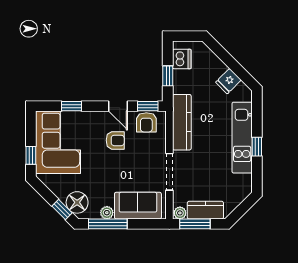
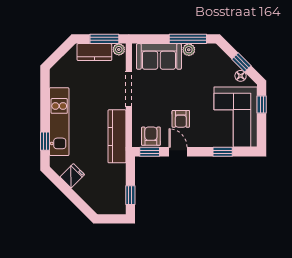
dishwasher: (182, 59) -> (117, 197), removed
window: (168, 76) -> (130, 195), moved
armchair: (115, 140) -> (181, 119), turned -90
window: (257, 147) -> (45, 141), moved
floor lamp: (77, 202) -> (241, 76), moved, width x0.53, depth x0.53
window: (62, 210) -> (241, 62), moved

